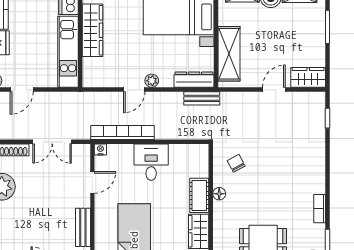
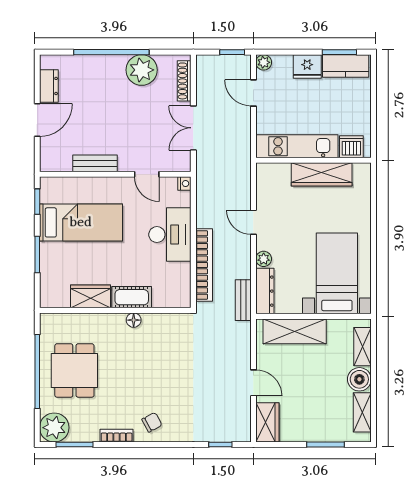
plant: (152, 81) -> (264, 259), moved
bookcase: (122, 132) -> (204, 265), moved
desk: (151, 162) -> (170, 235), width x1.37
chair: (236, 163) -> (152, 422), moved

